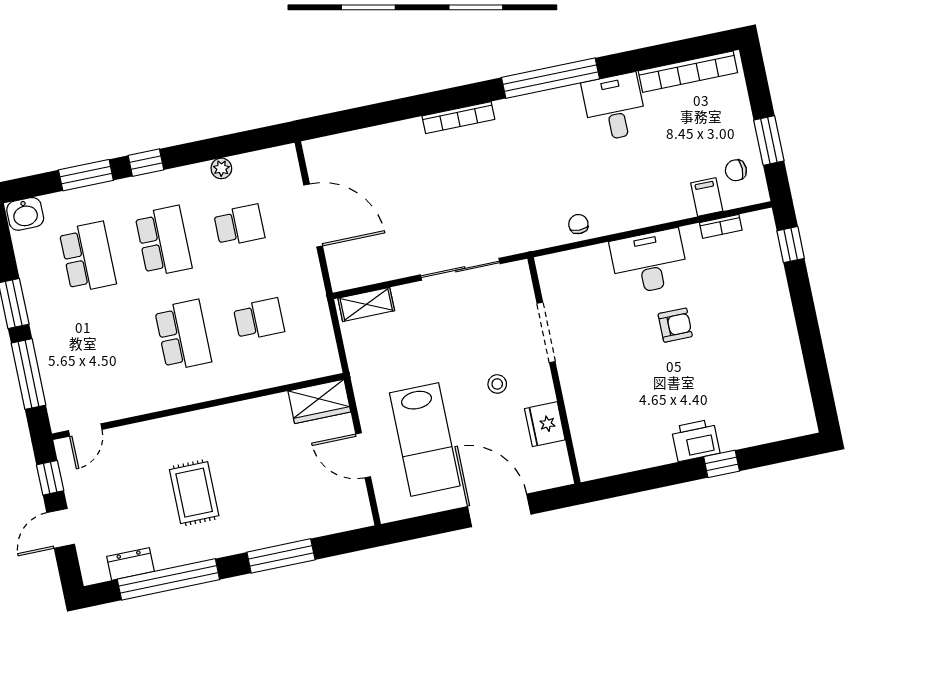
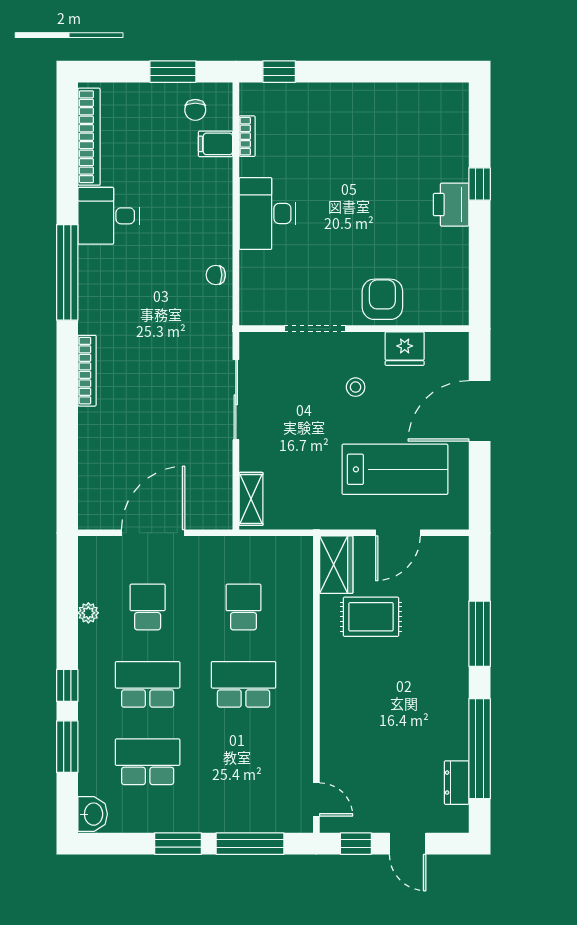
armchair: (675, 325) -> (382, 299), moved, width x1.38, depth x1.38
rug: (194, 493) -> (371, 617), moved

